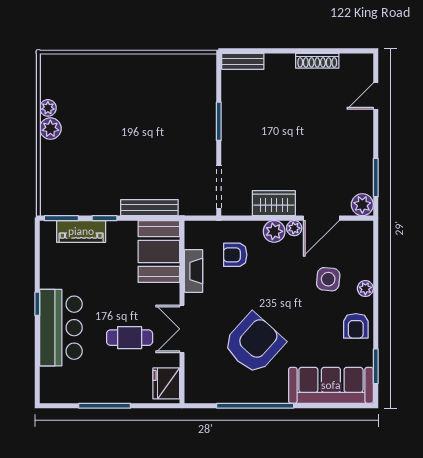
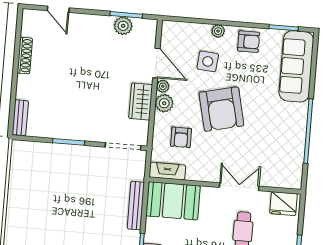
plant: (362, 205) -> (123, 26), moved
fireplace: (194, 271) -> (167, 171), moved
double door: (182, 329) -> (239, 187), swing flipped
armchair: (254, 343) -> (221, 109), moved, turned -145

